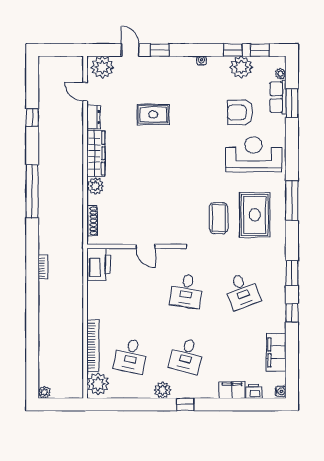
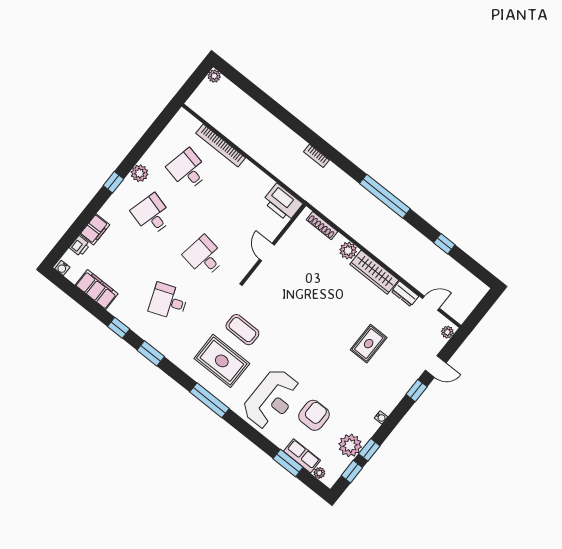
plant: (102, 67) -> (447, 332), width x0.53, depth x0.53
door: (146, 246) -> (267, 252), hinge flipped
plant: (98, 384) -> (186, 125), removed

